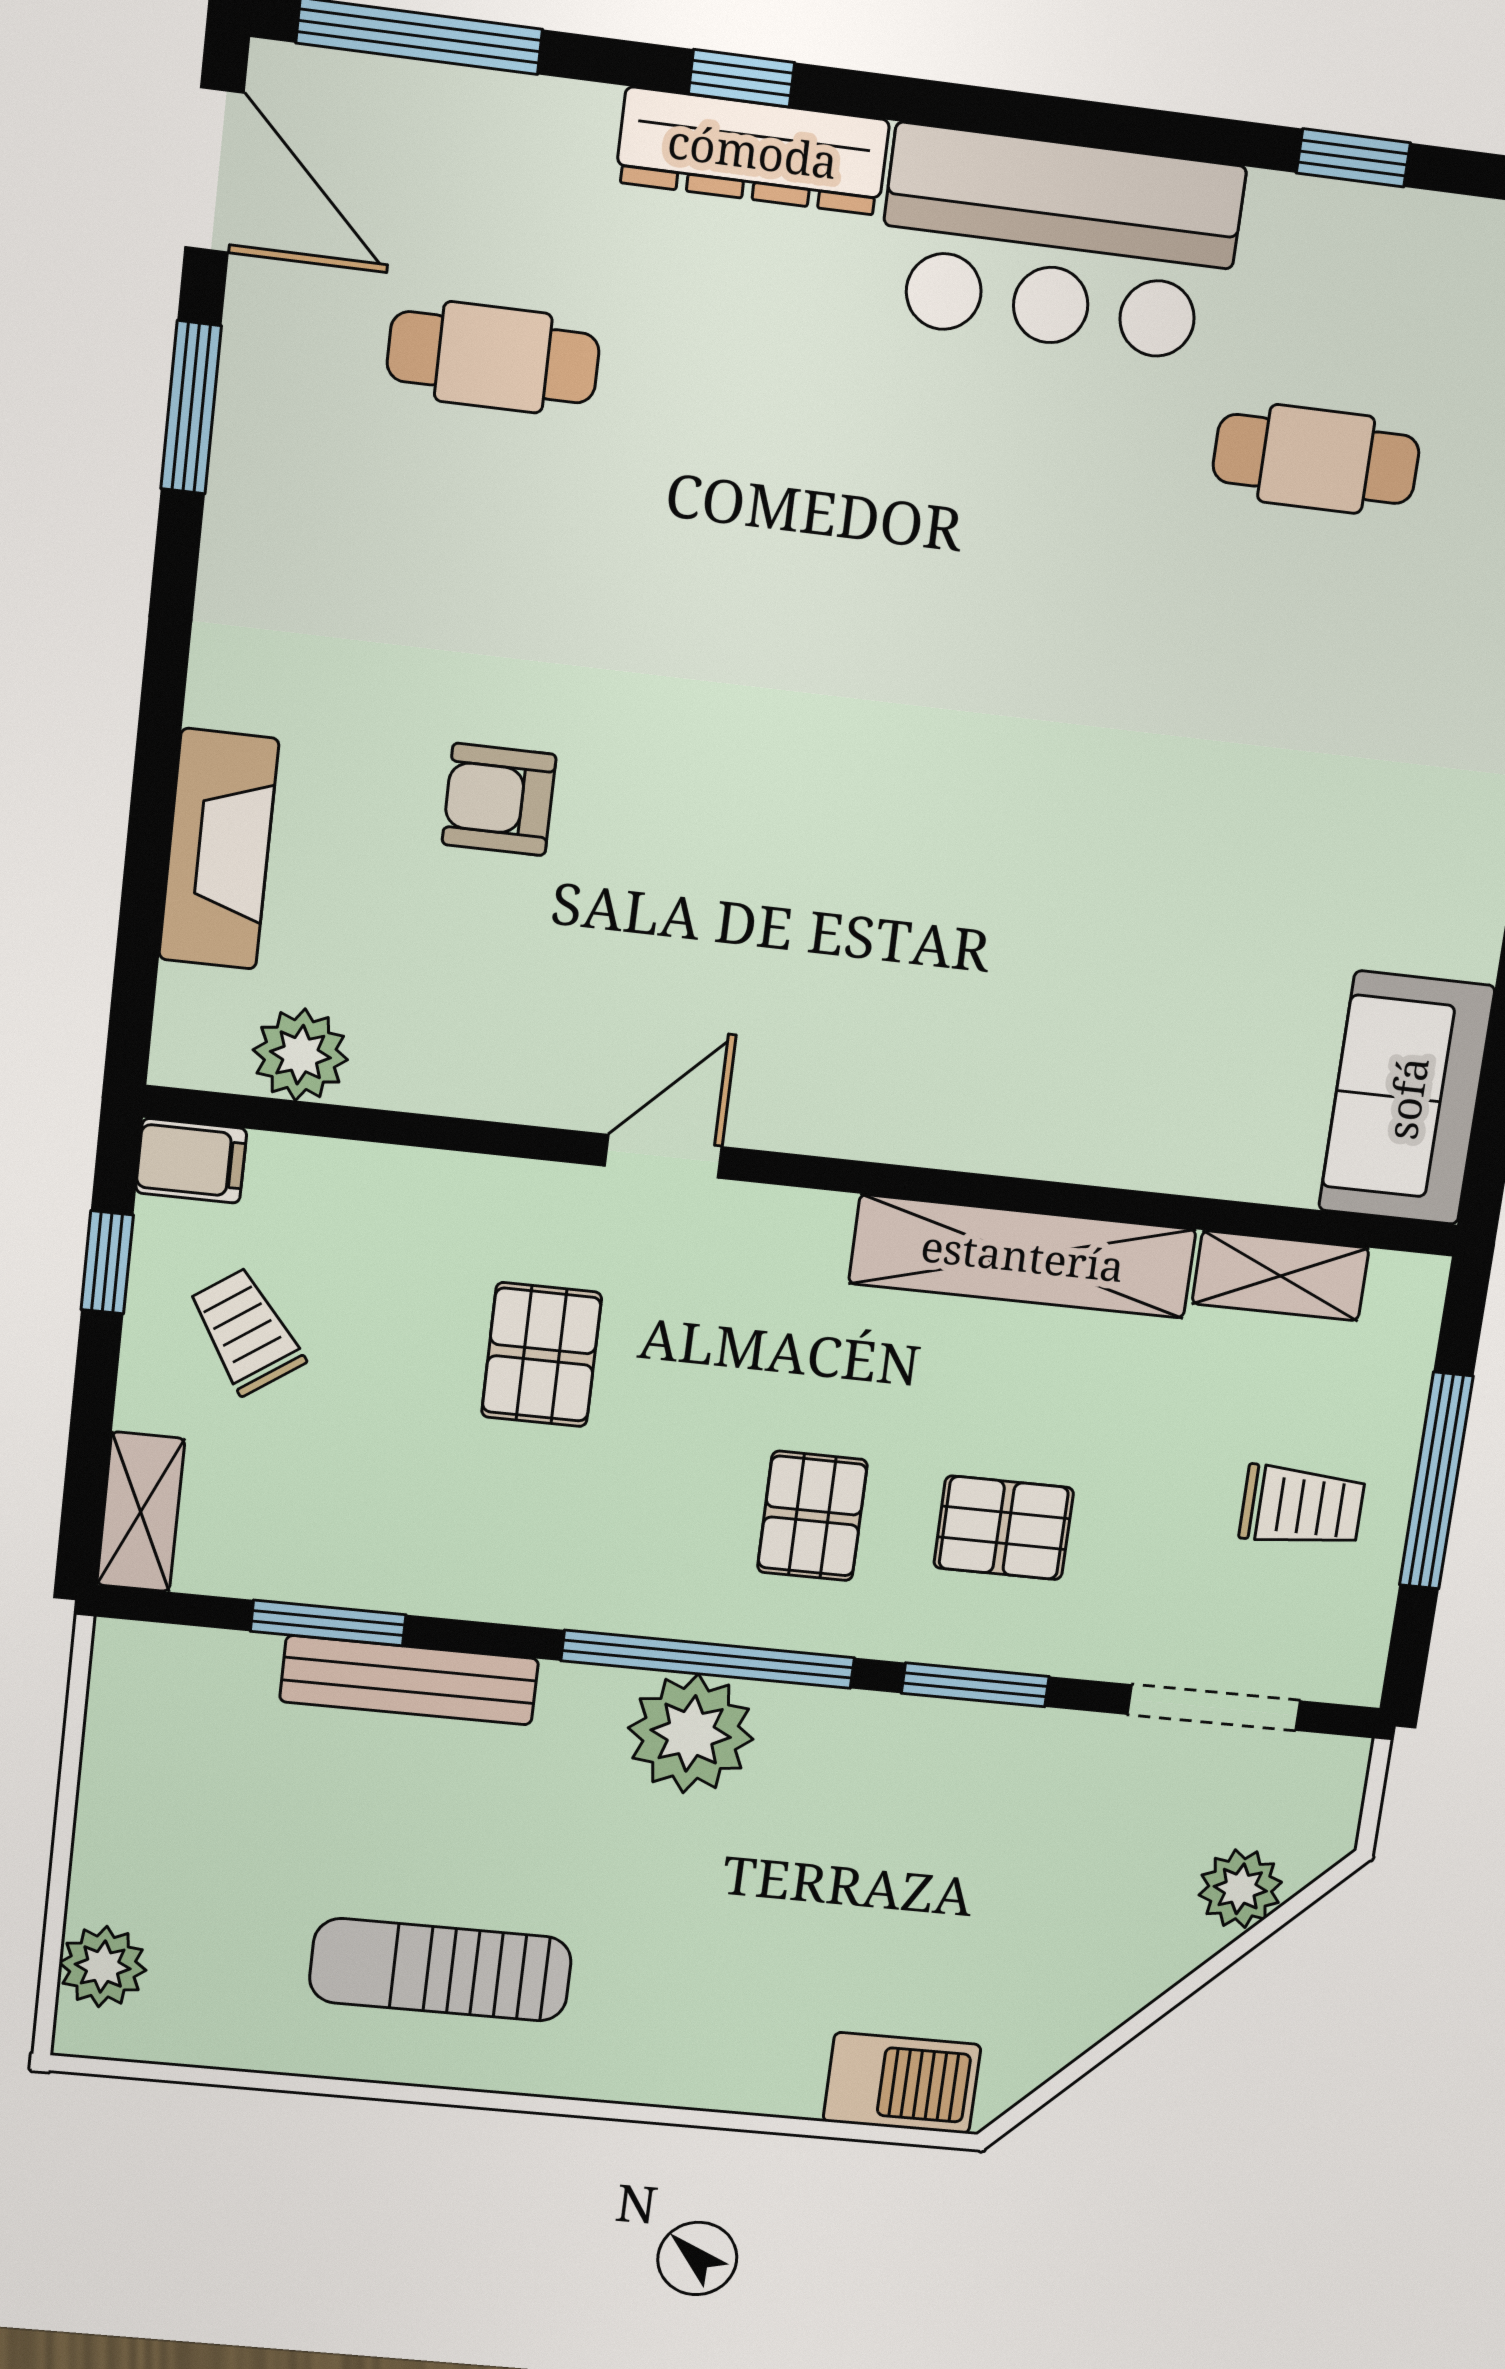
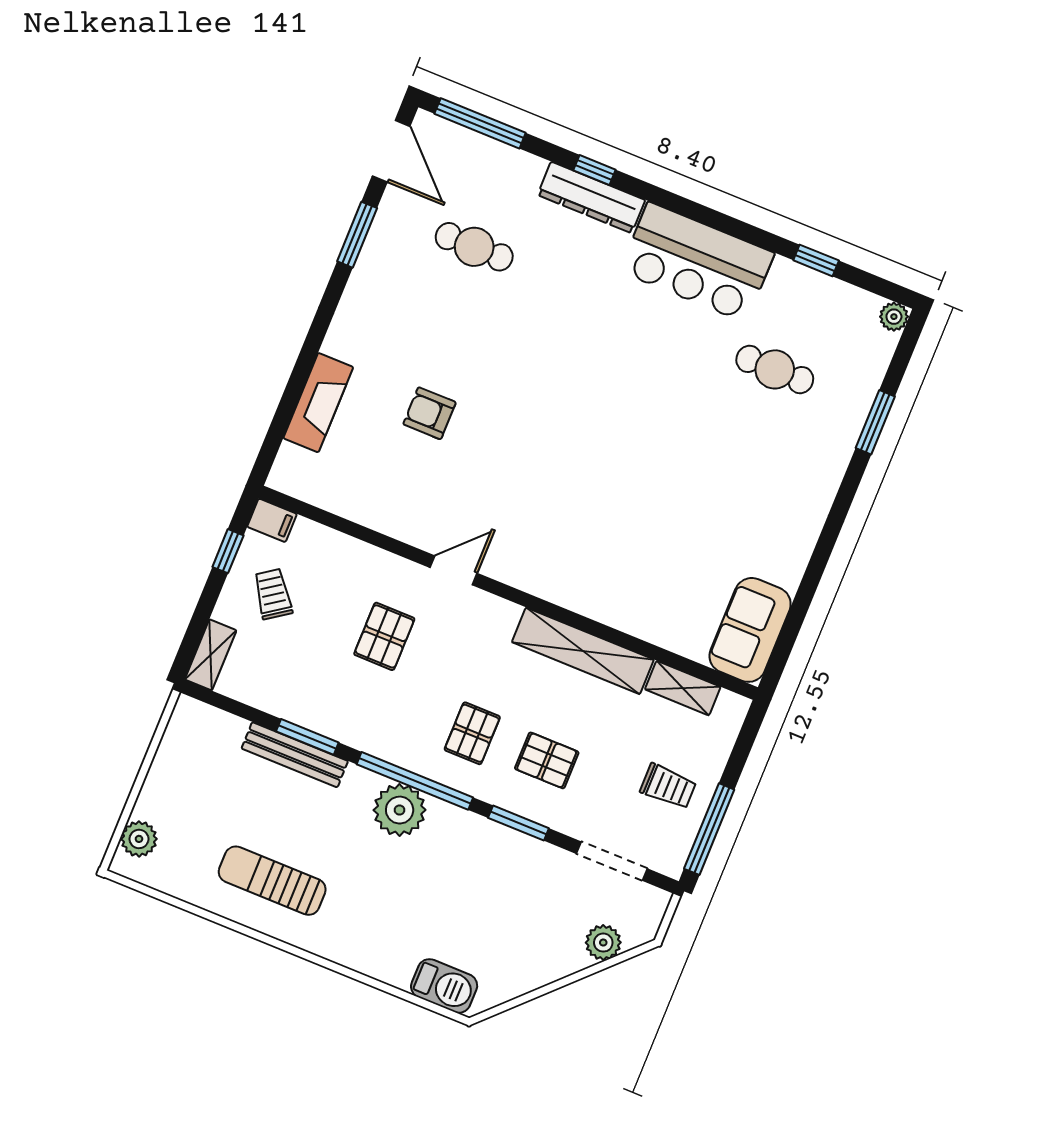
plant: (300, 1055) -> (326, 491), removed
window: (1436, 1481) -> (709, 829), moved
window: (328, 1623) -> (307, 737), moved

